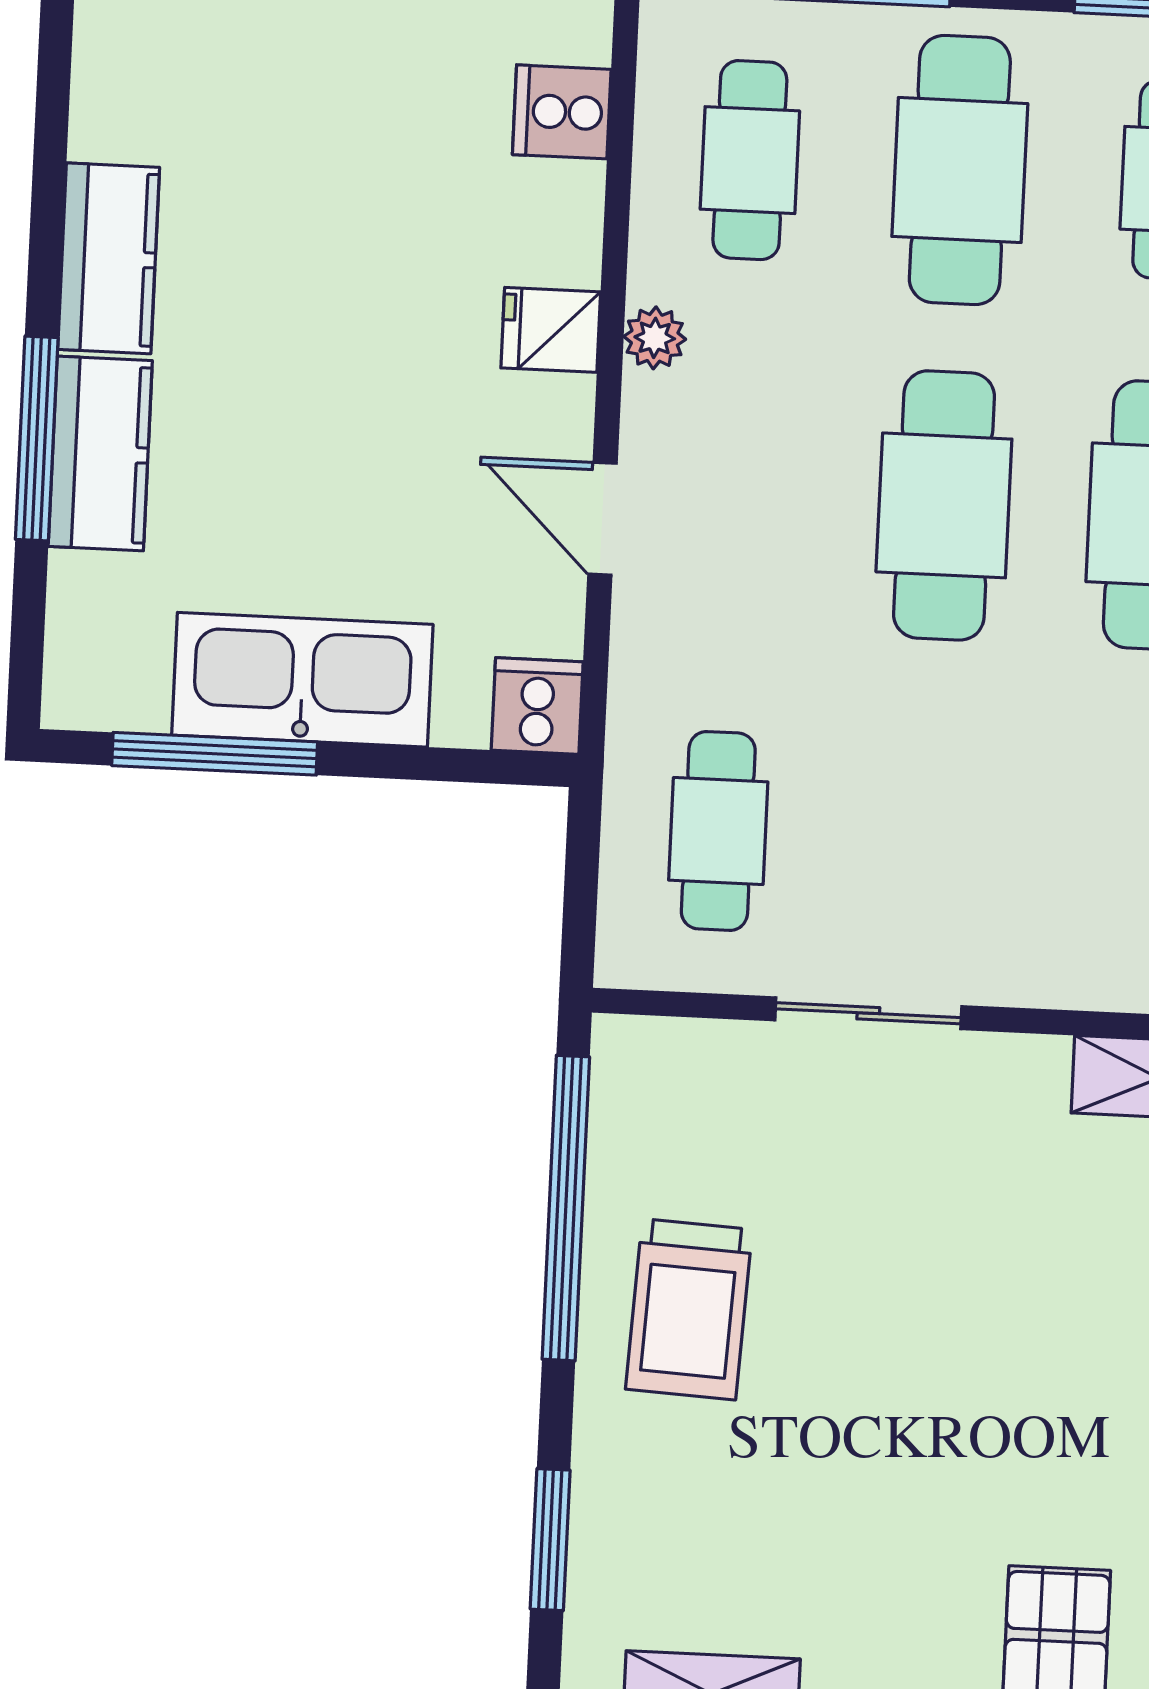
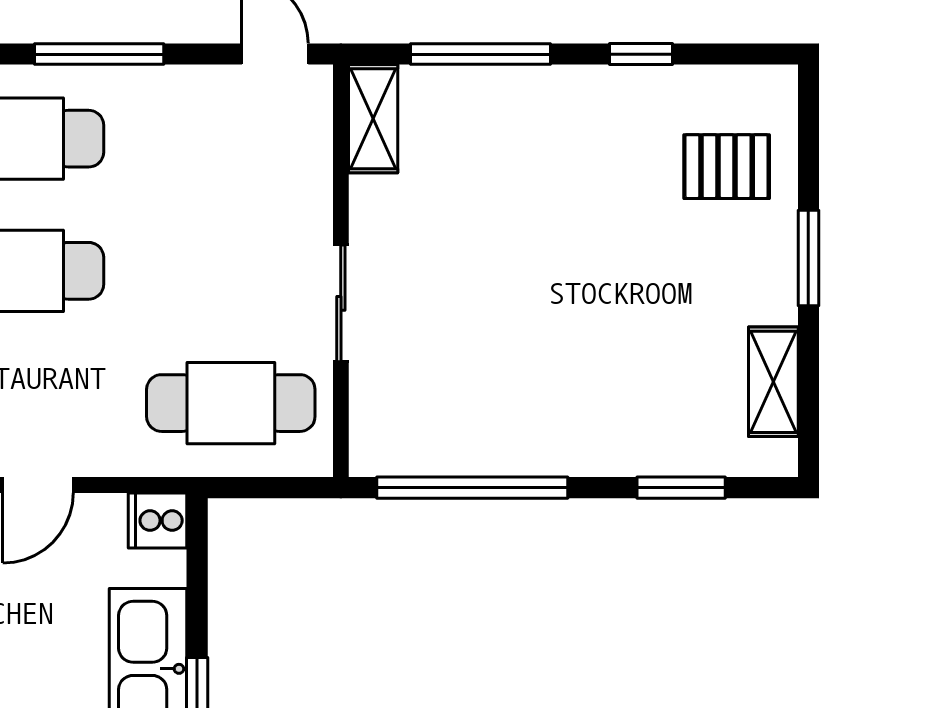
cafe table: (718, 831) -> (231, 403), width x1.37, depth x1.35
trolley: (689, 1309) -> (532, 407), removed

